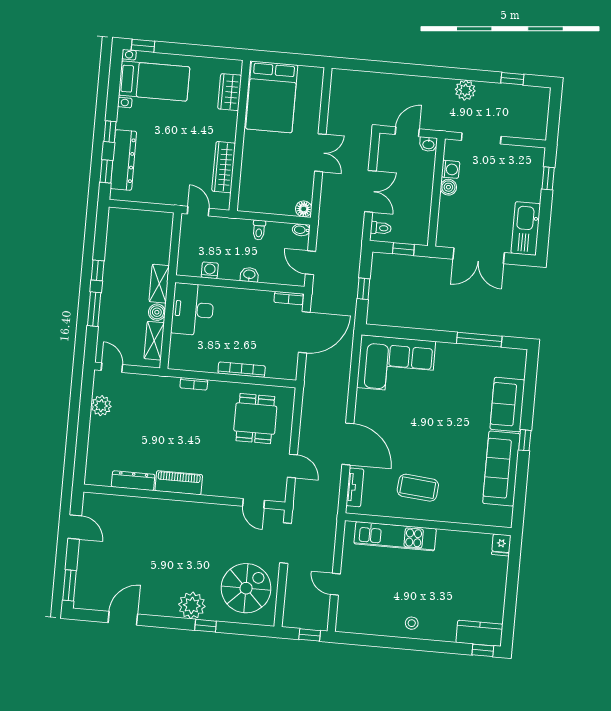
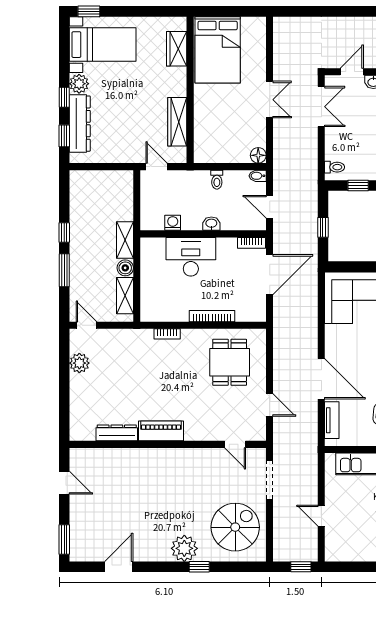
plant: (126, 119) -> (79, 84), added
double door: (370, 191) -> (321, 107), moved
desk: (193, 309) -> (191, 257), moved, turned 90

